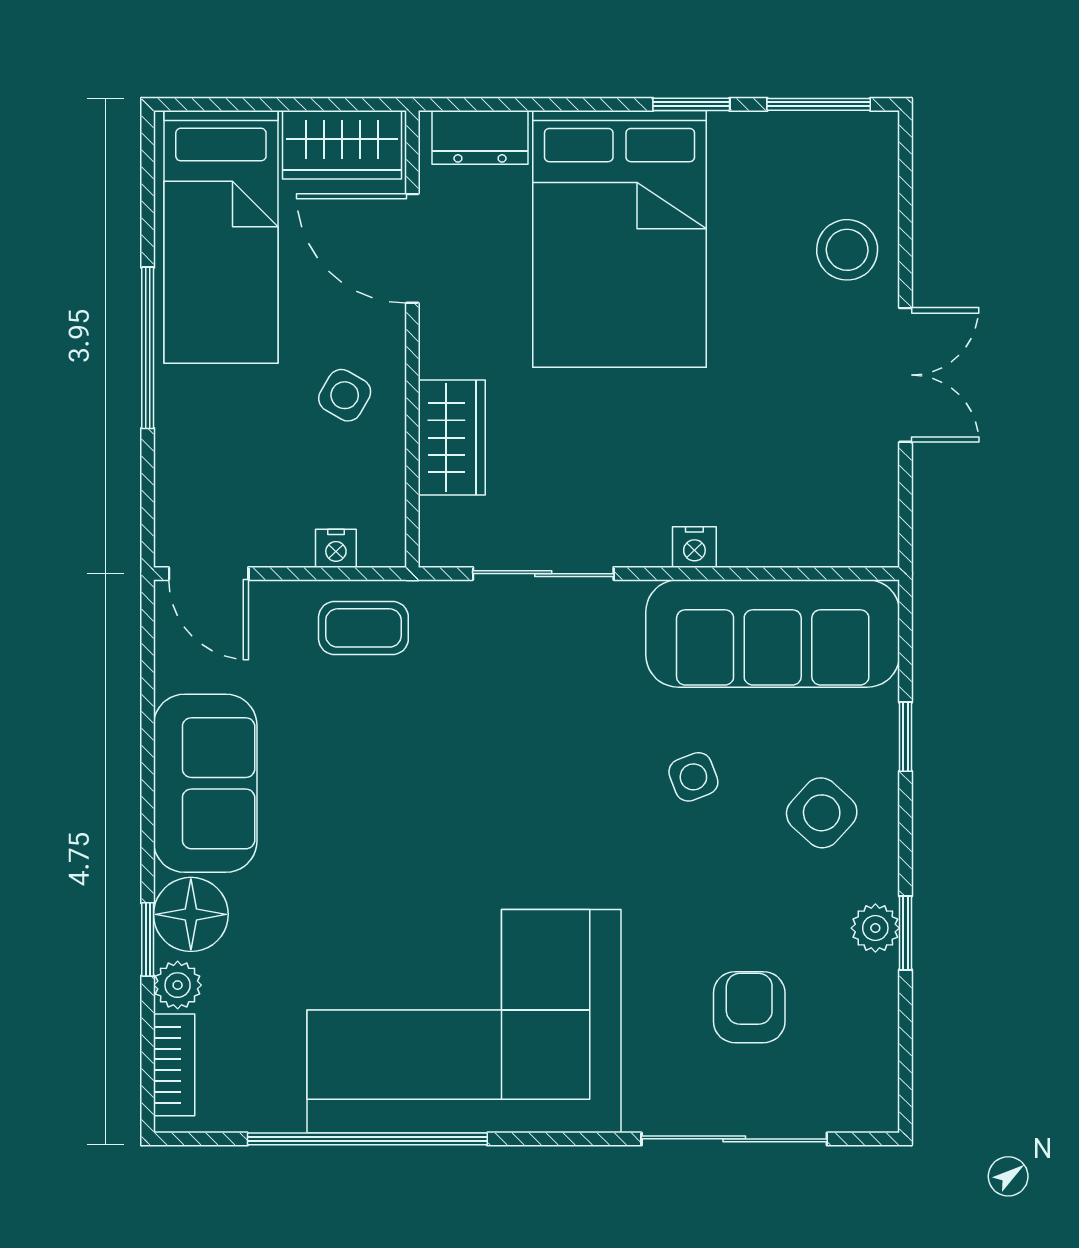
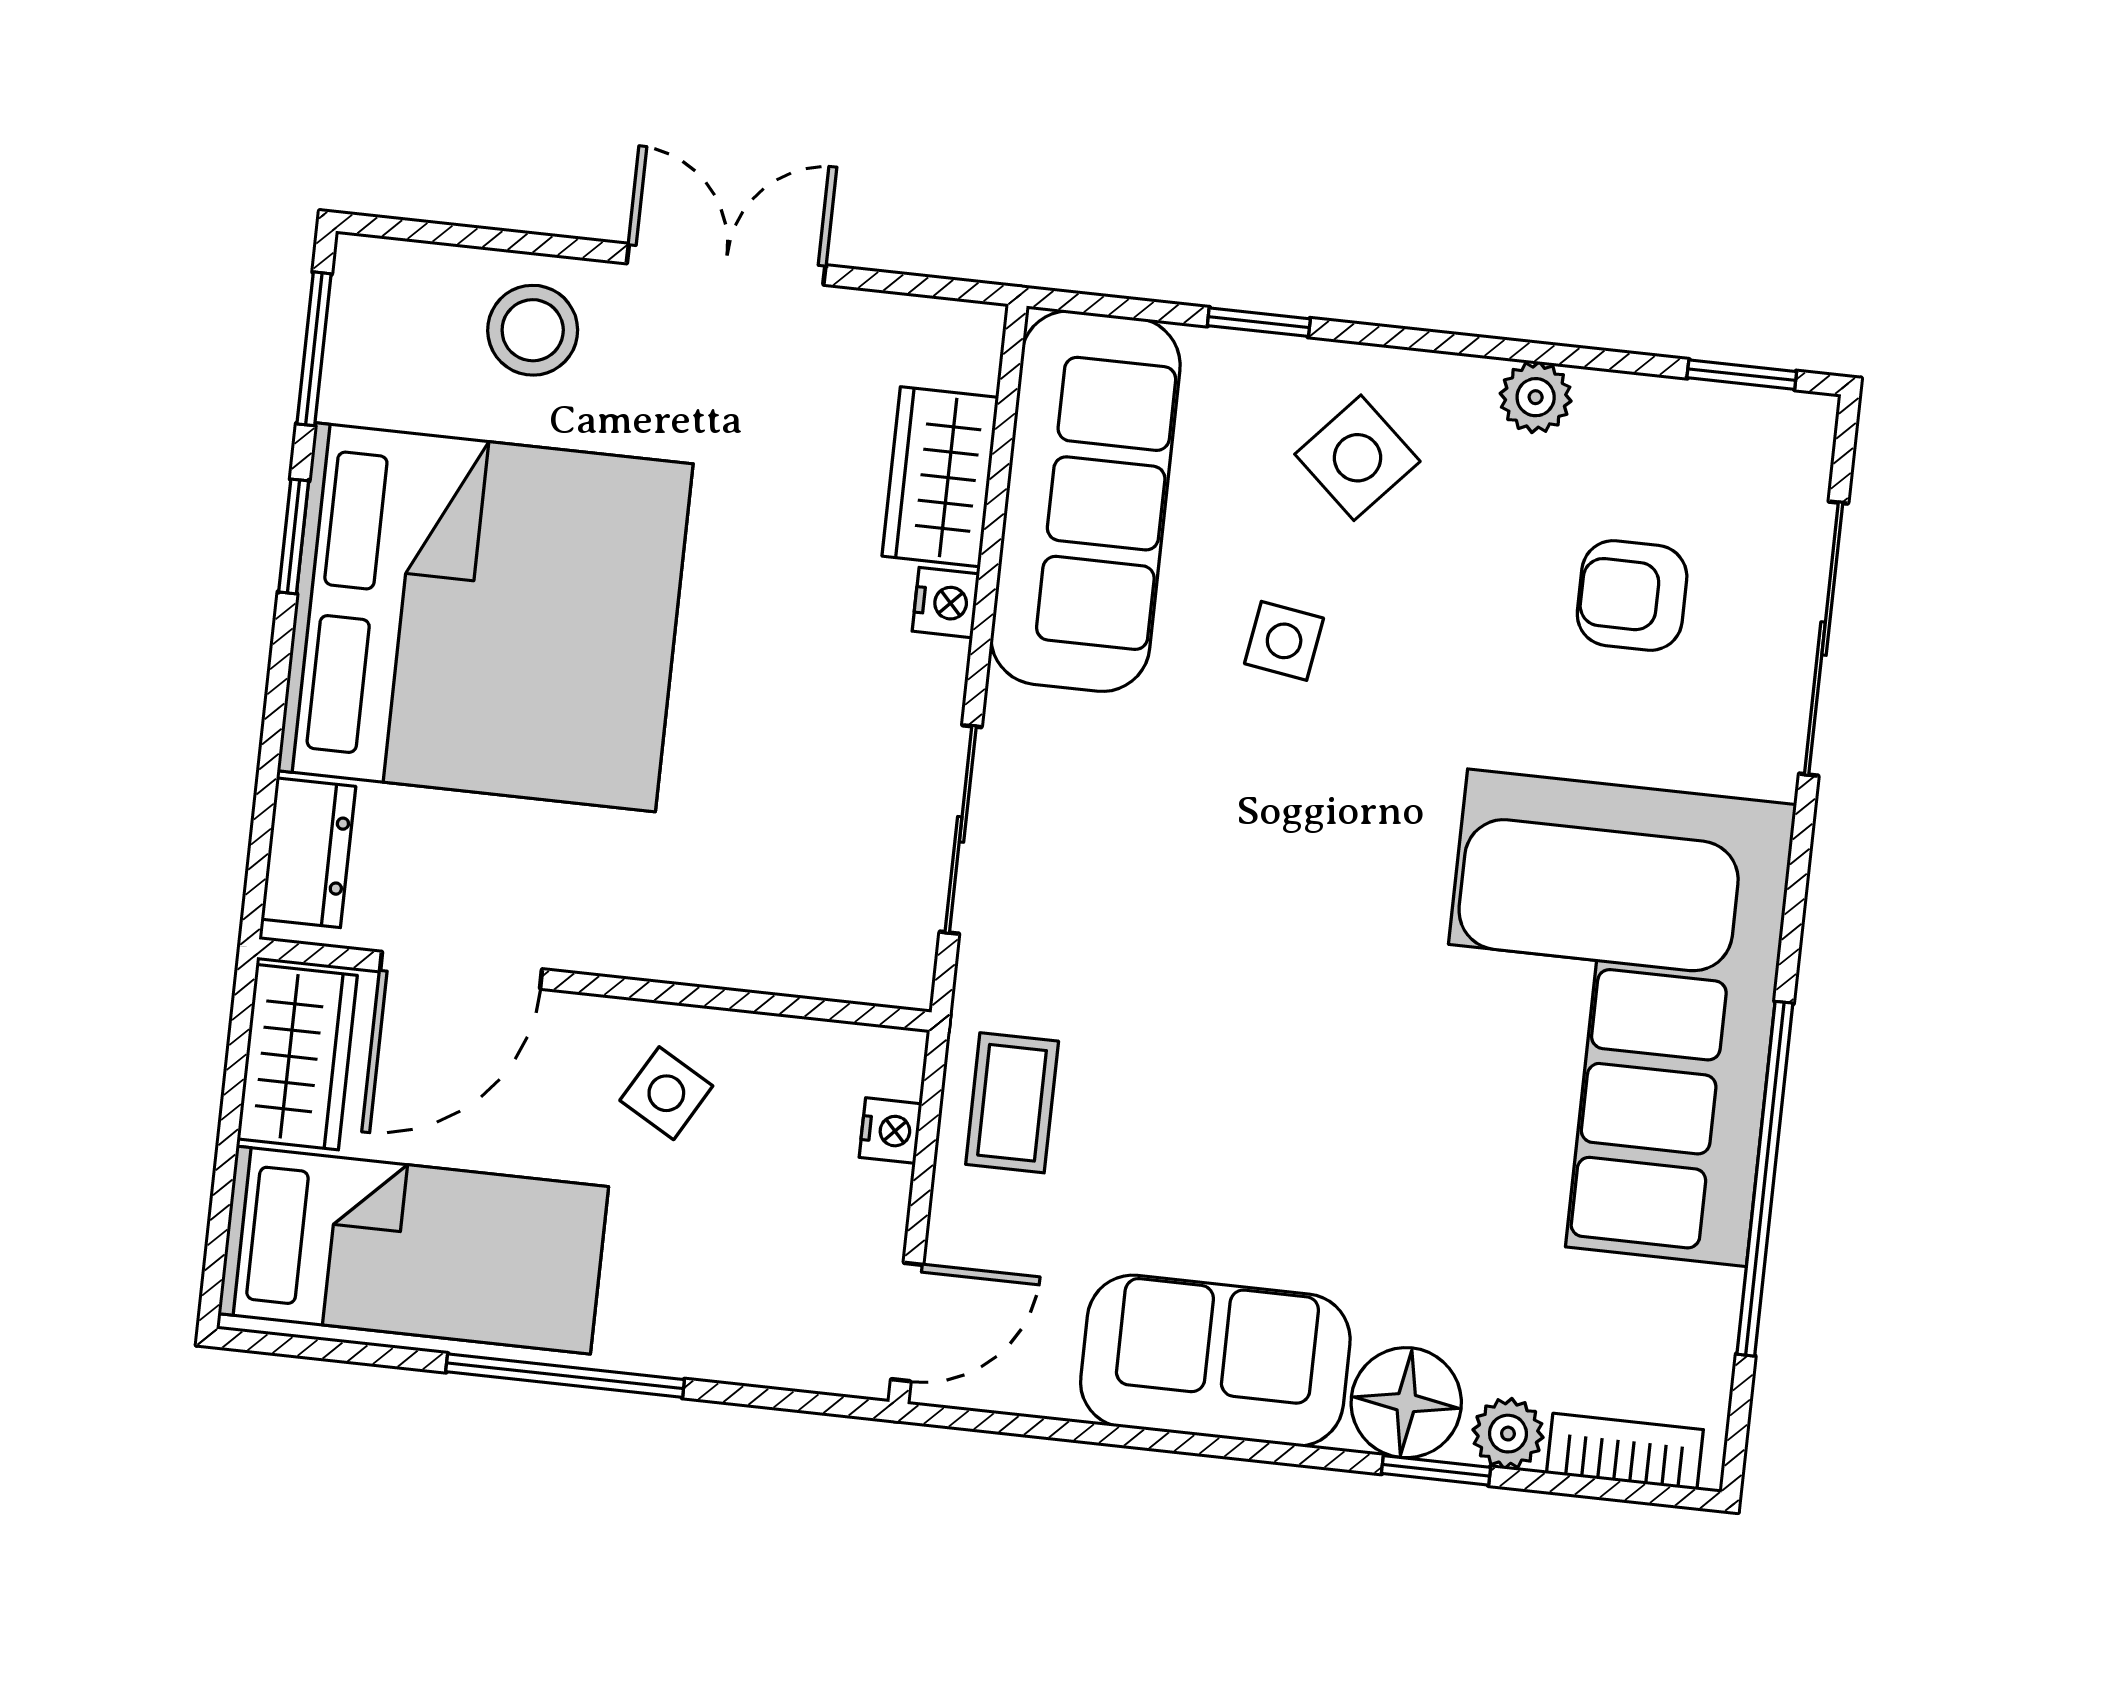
bed: (619, 239) -> (485, 617), width x1.36
wardrobe: (452, 438) -> (940, 477), moved, turned -90
side table: (693, 777) -> (1284, 641), turned 30
window: (906, 933) -> (1742, 375), moved

